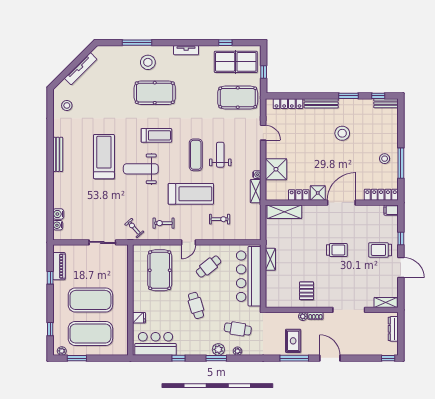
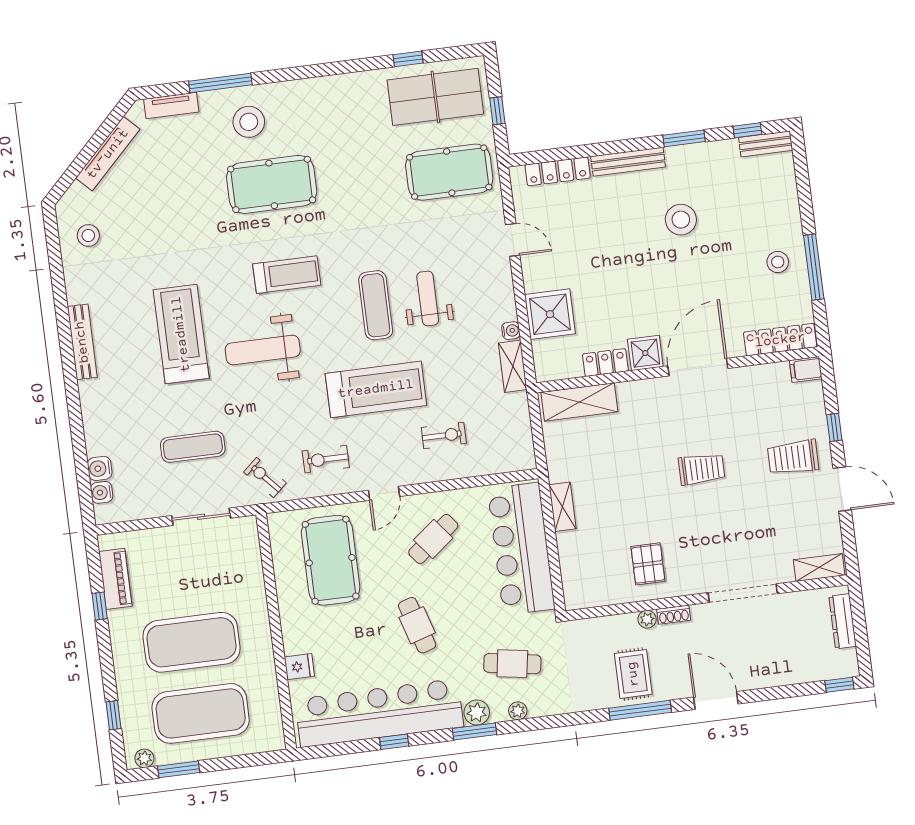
tv unit: (186, 50) -> (171, 105), moved
exercise mat: (103, 210) -> (193, 447), added
bar counter: (155, 344) -> (379, 713), width x1.86

